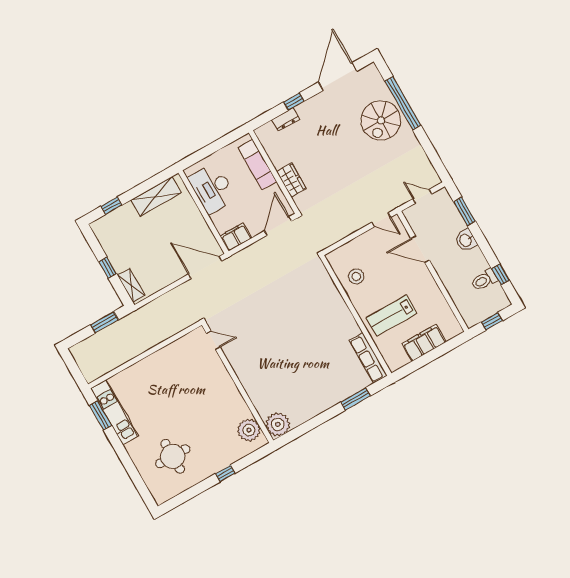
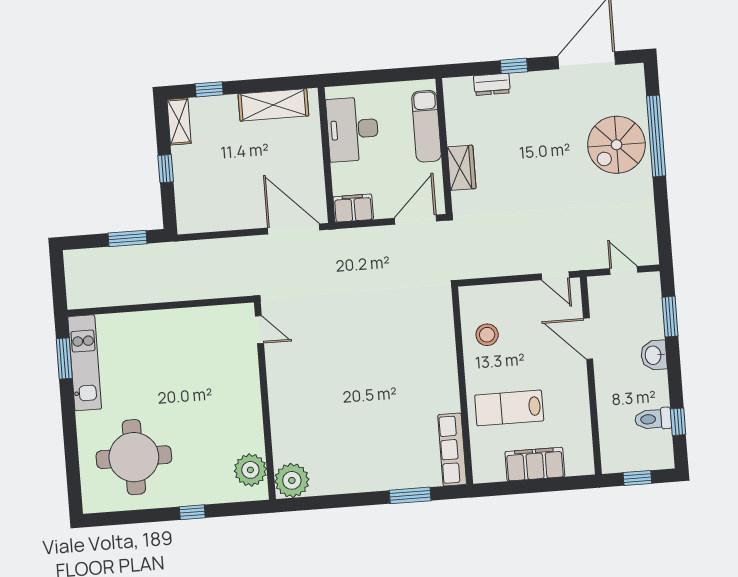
shelving: (131, 285) -> (179, 121), moved
round table: (173, 456) -> (134, 457), width x1.36, depth x1.36

